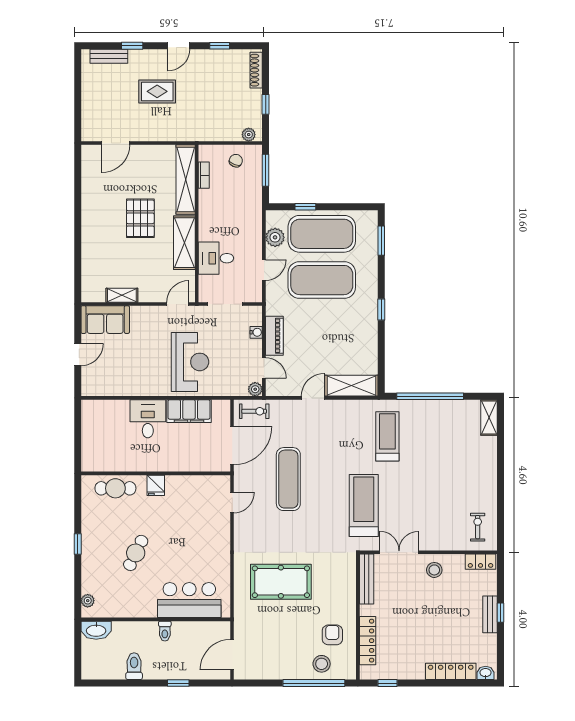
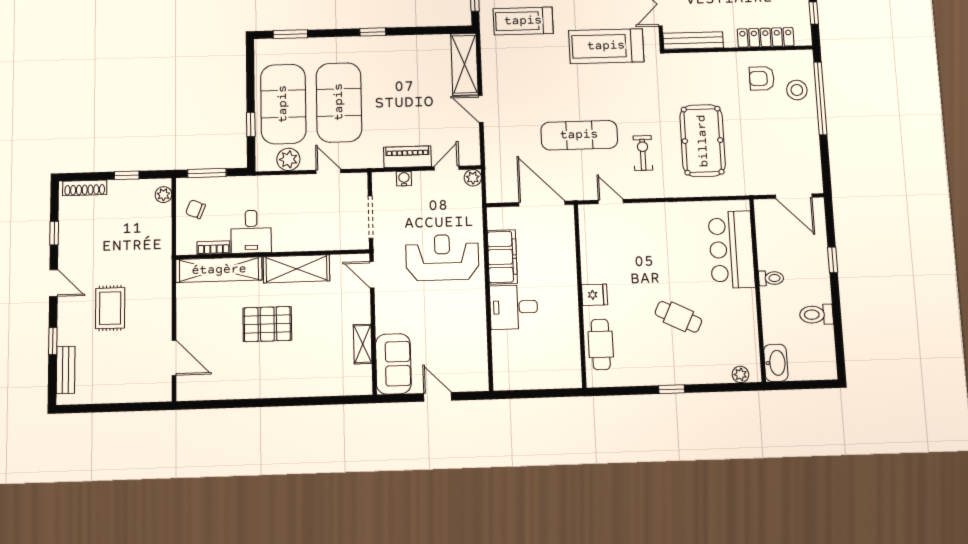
desk: (216, 258) -> (251, 232), moved
exercise bike: (254, 411) -> (643, 153), moved

